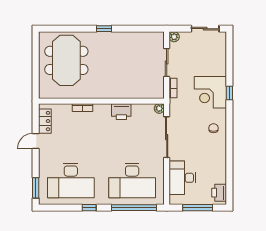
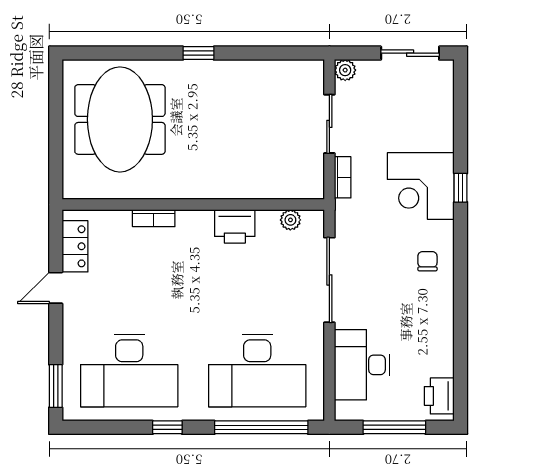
plant: (159, 108) -> (290, 220), moved

